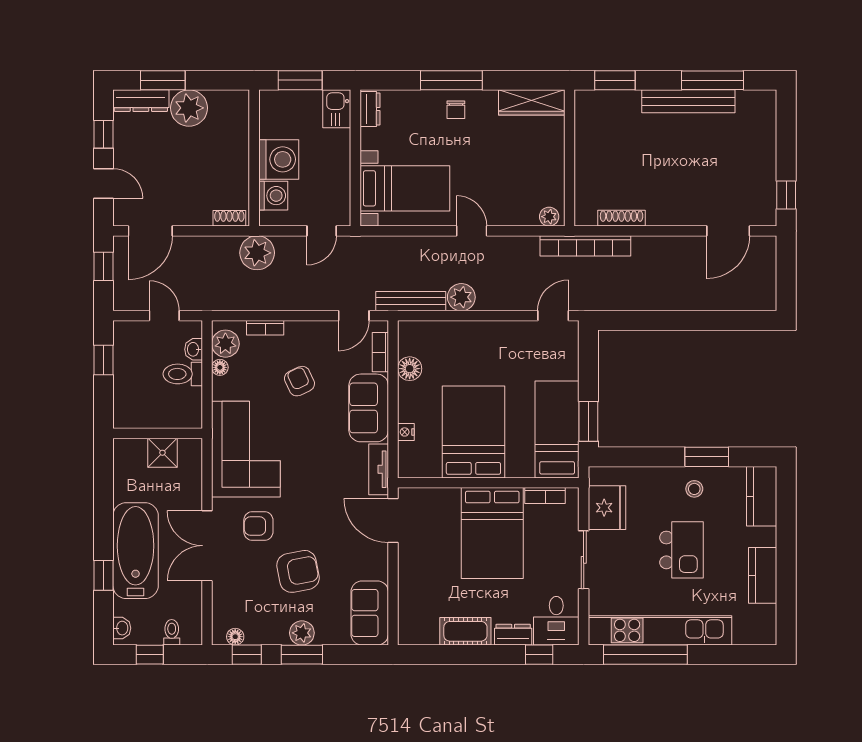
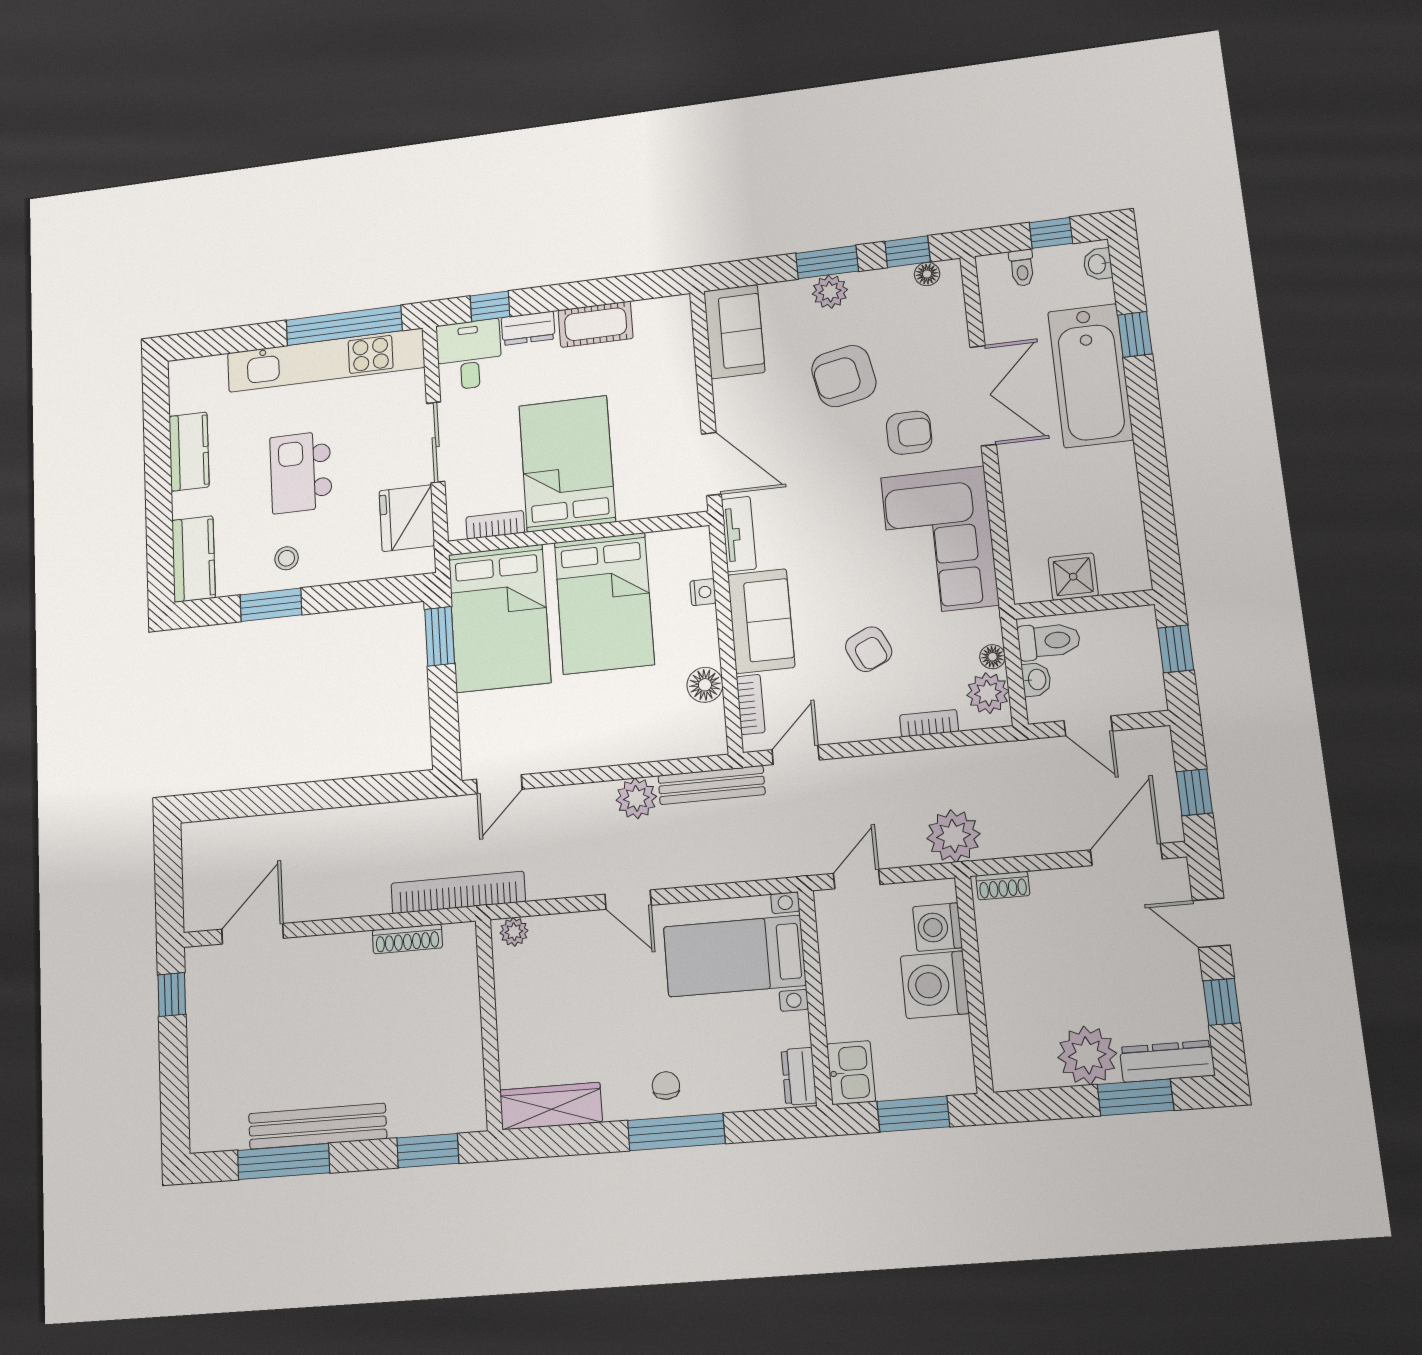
bed: (557, 429) -> (499, 618), width x1.50
wall: (158, 433) -> (1084, 604), moved
shower: (162, 453) -> (1073, 577), moved

